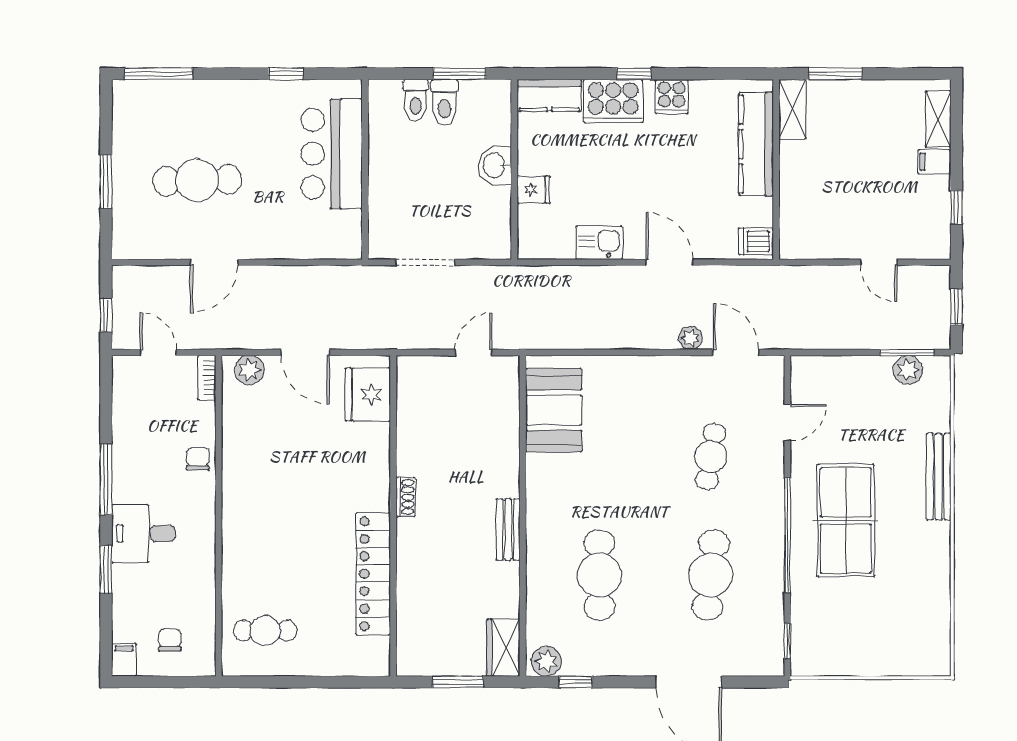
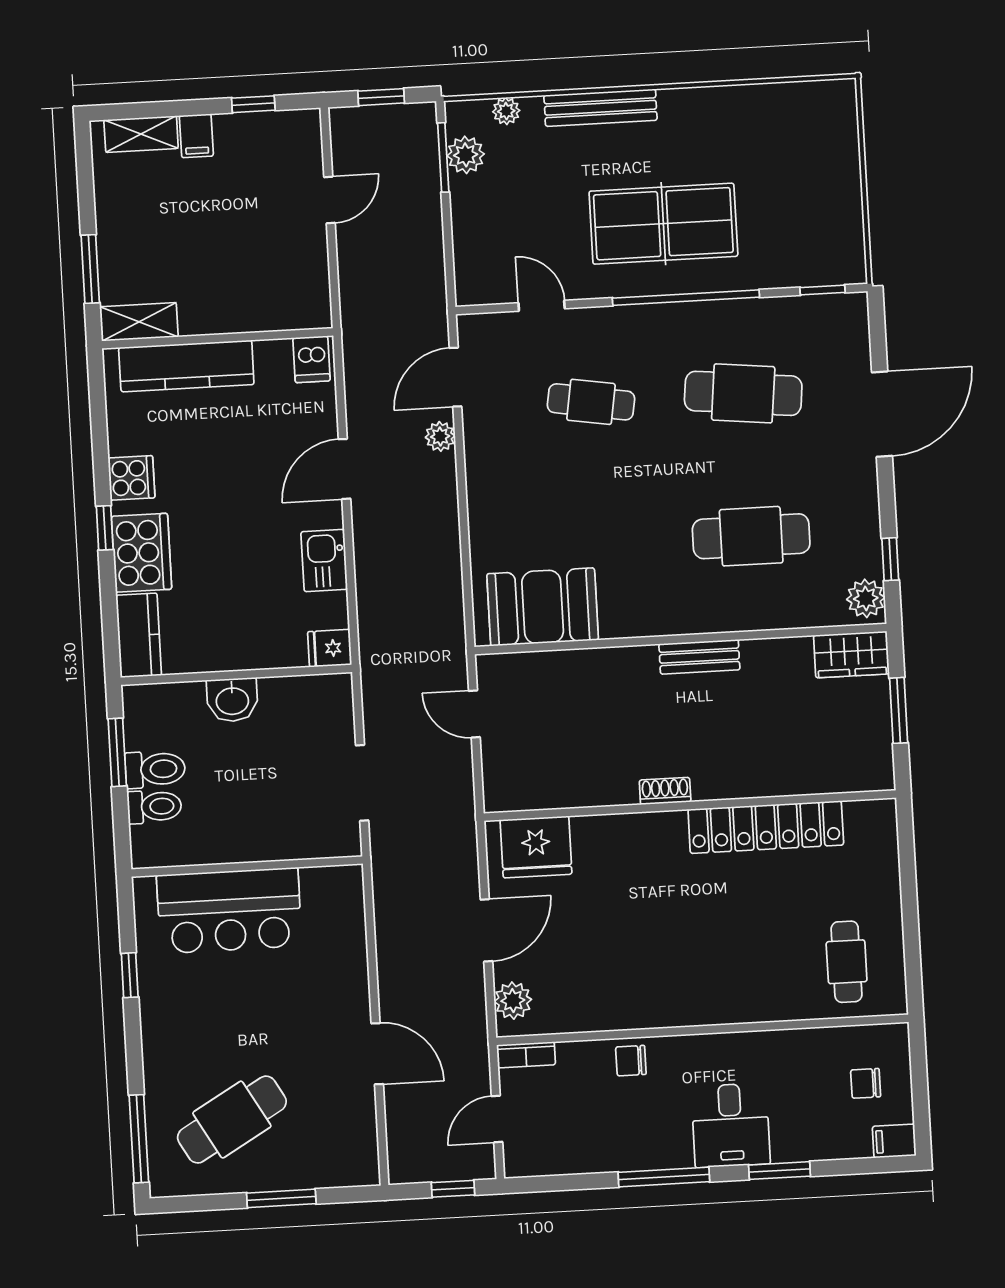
cafe table: (197, 180) -> (232, 1120), moved, turned 62
fridge: (534, 190) -> (330, 648), moved, turned -90
plant: (940, 403) -> (506, 111), added

